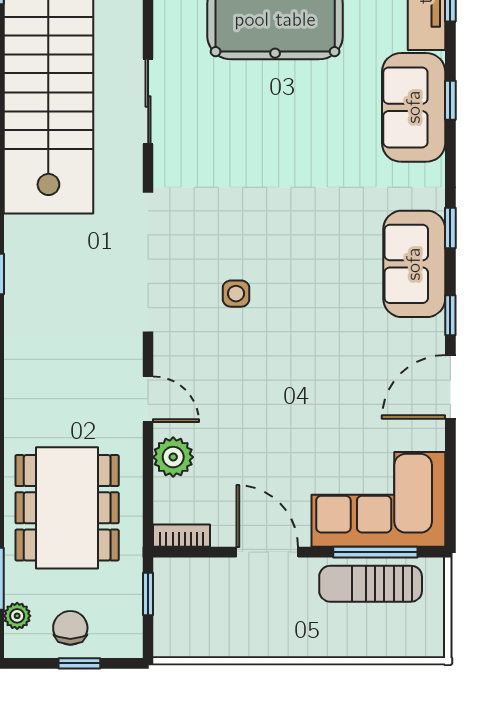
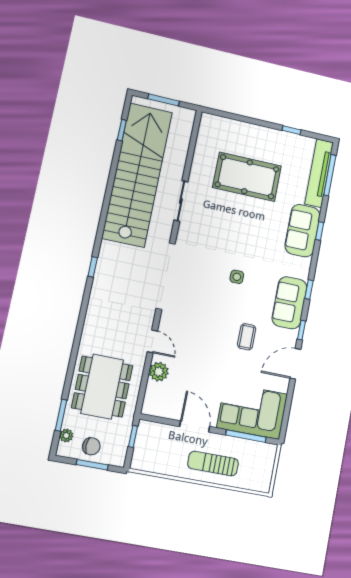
side table: (236, 294) -> (237, 277), moved
coffee table: (338, 352) -> (247, 337), added
bookcase: (182, 536) -> (155, 411), removed
sun lounger: (371, 584) -> (213, 464), moved
chair: (70, 628) -> (91, 446), turned 90
window: (79, 663) -> (92, 465), width x1.50

